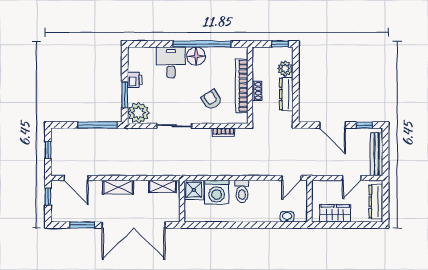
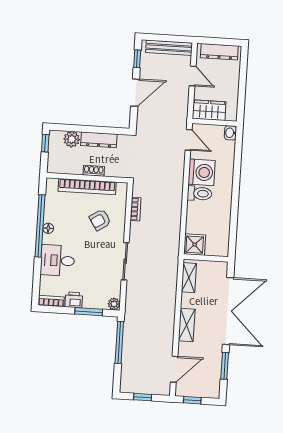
floor lamp: (196, 56) -> (48, 228), width x0.53, depth x0.53
bookcase: (132, 59) -> (51, 301), added
plant: (138, 113) -> (114, 304), width x0.53, depth x0.53
washing machine: (217, 192) -> (202, 172), moved
wardrobe: (335, 213) -> (209, 110), moved, turned 90
washbasin: (287, 217) -> (230, 133), moved

